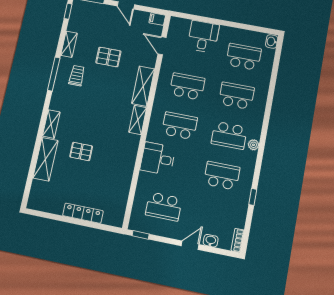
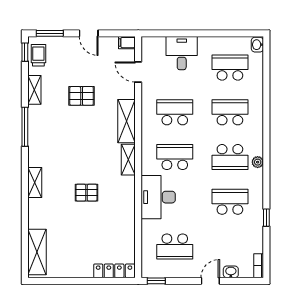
trolley: (77, 76) -> (38, 55), moved
pallet: (81, 151) -> (86, 193), moved
shelving: (45, 159) -> (37, 252), moved
desk: (158, 159) -> (158, 197), width x1.37
locker: (83, 213) -> (114, 271), moved

